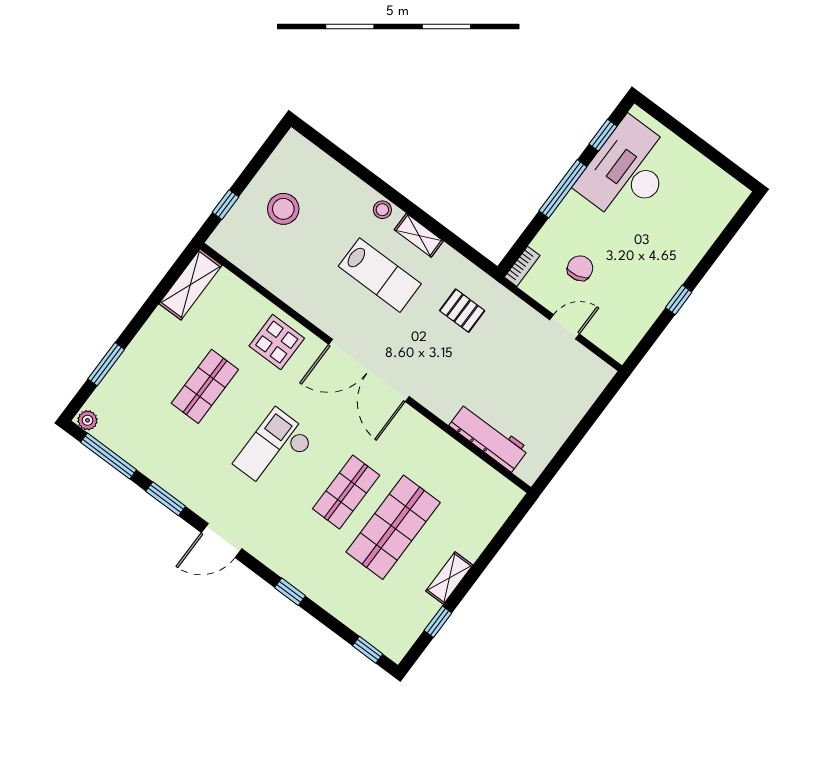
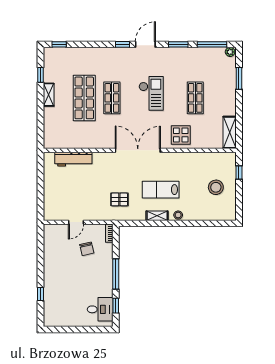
desk: (628, 171) -> (100, 309), width x0.53, depth x0.77
window: (679, 300) -> (41, 294), moved
window: (290, 592) -> (122, 44), moved

